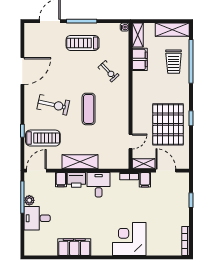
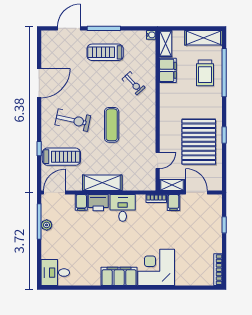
desk: (37, 218) -> (55, 273), moved
filing cabinet: (74, 247) -> (119, 276), moved

